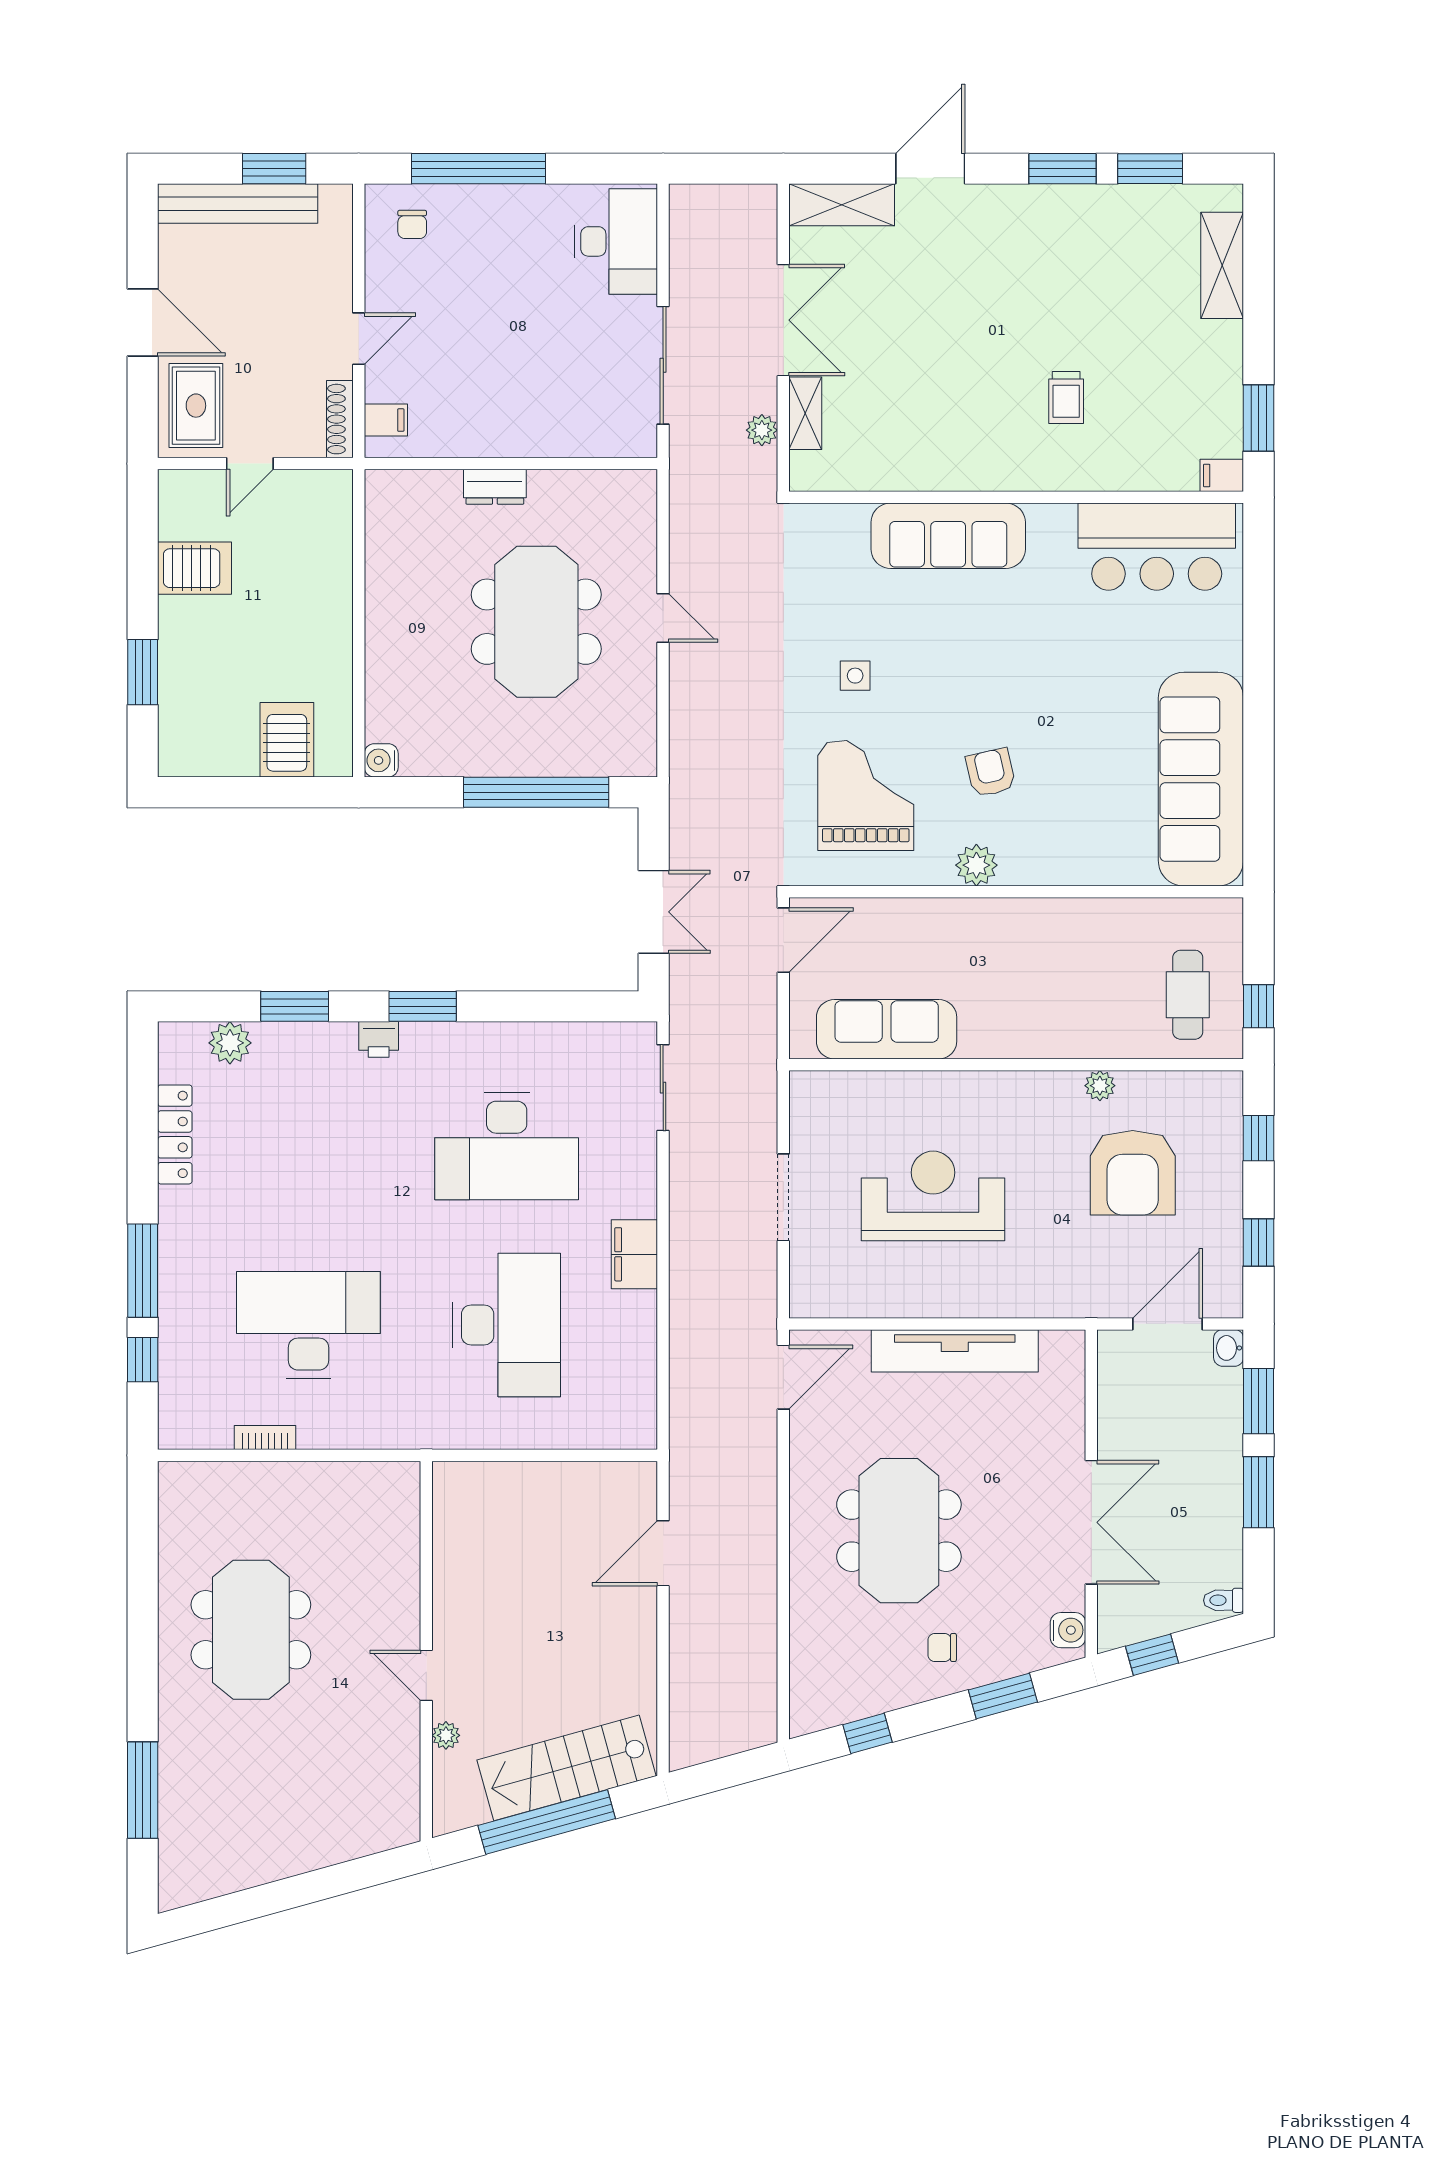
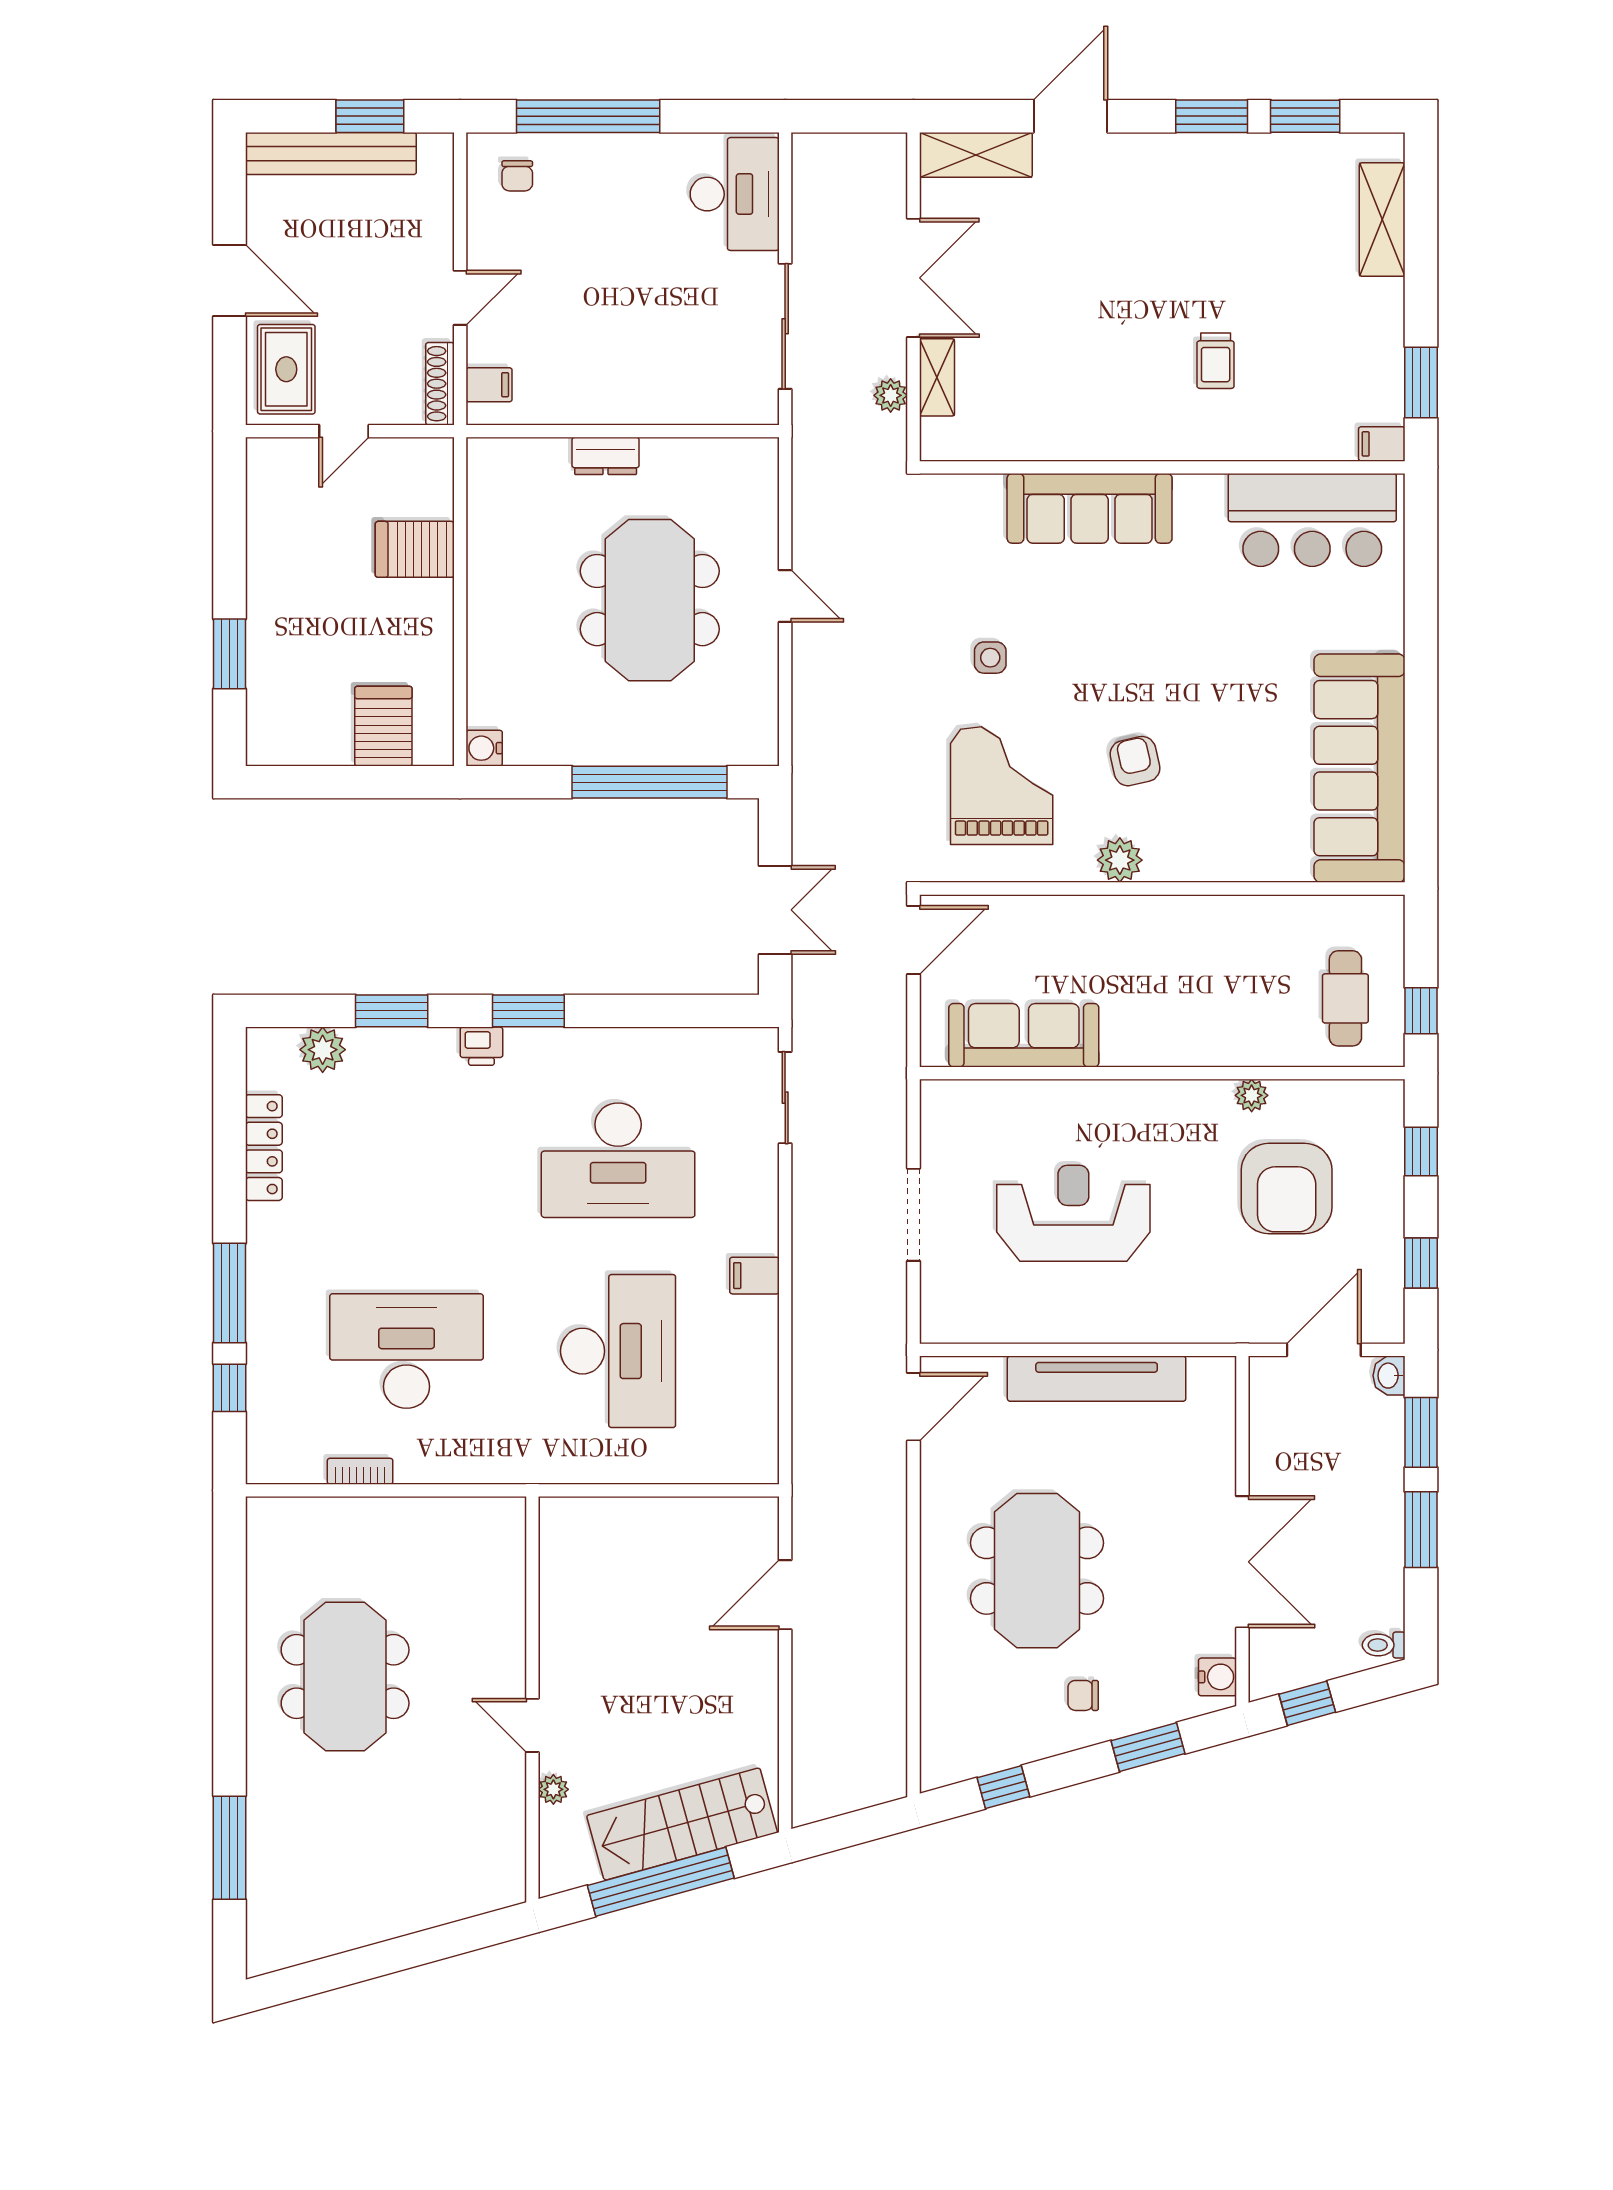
server rack: (195, 568) -> (415, 549), moved, turned 180
filing cabinet: (634, 1254) -> (754, 1276), width x0.50

